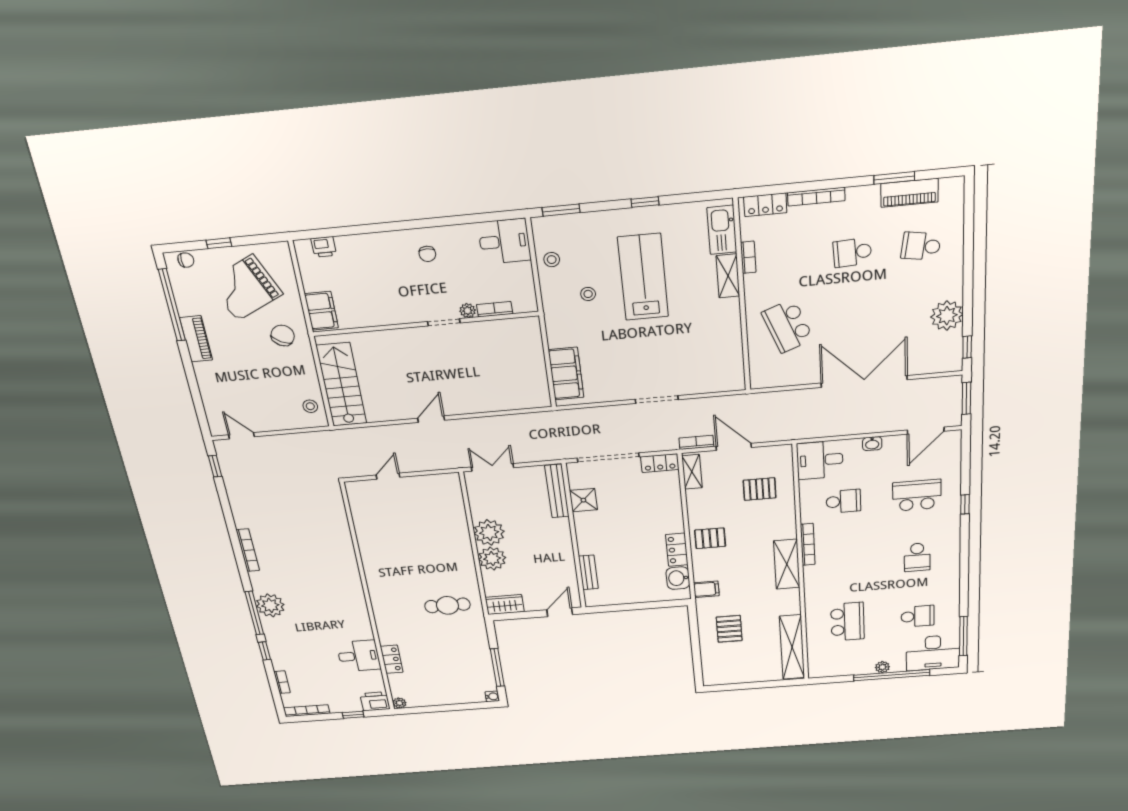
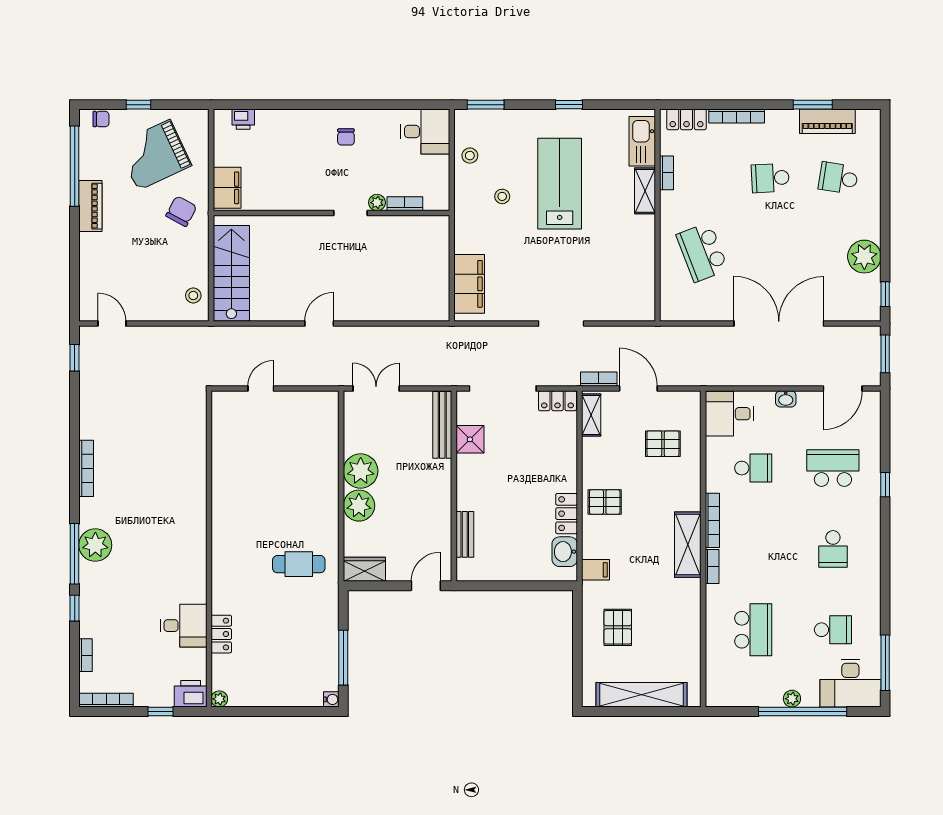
bookcase: (809, 579) -> (712, 567), added
shelving: (792, 647) -> (642, 695), moved, turned 90

